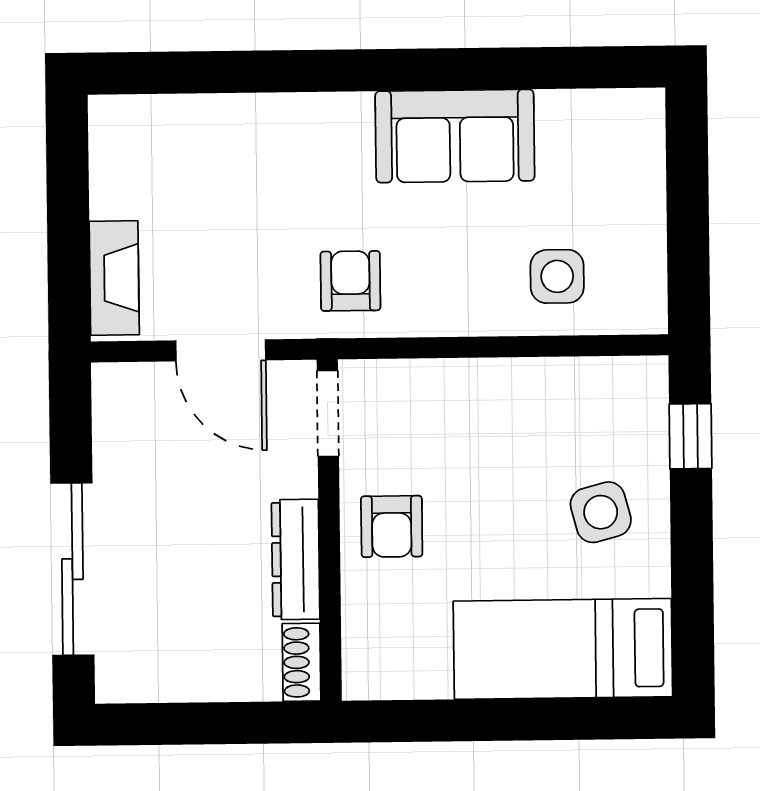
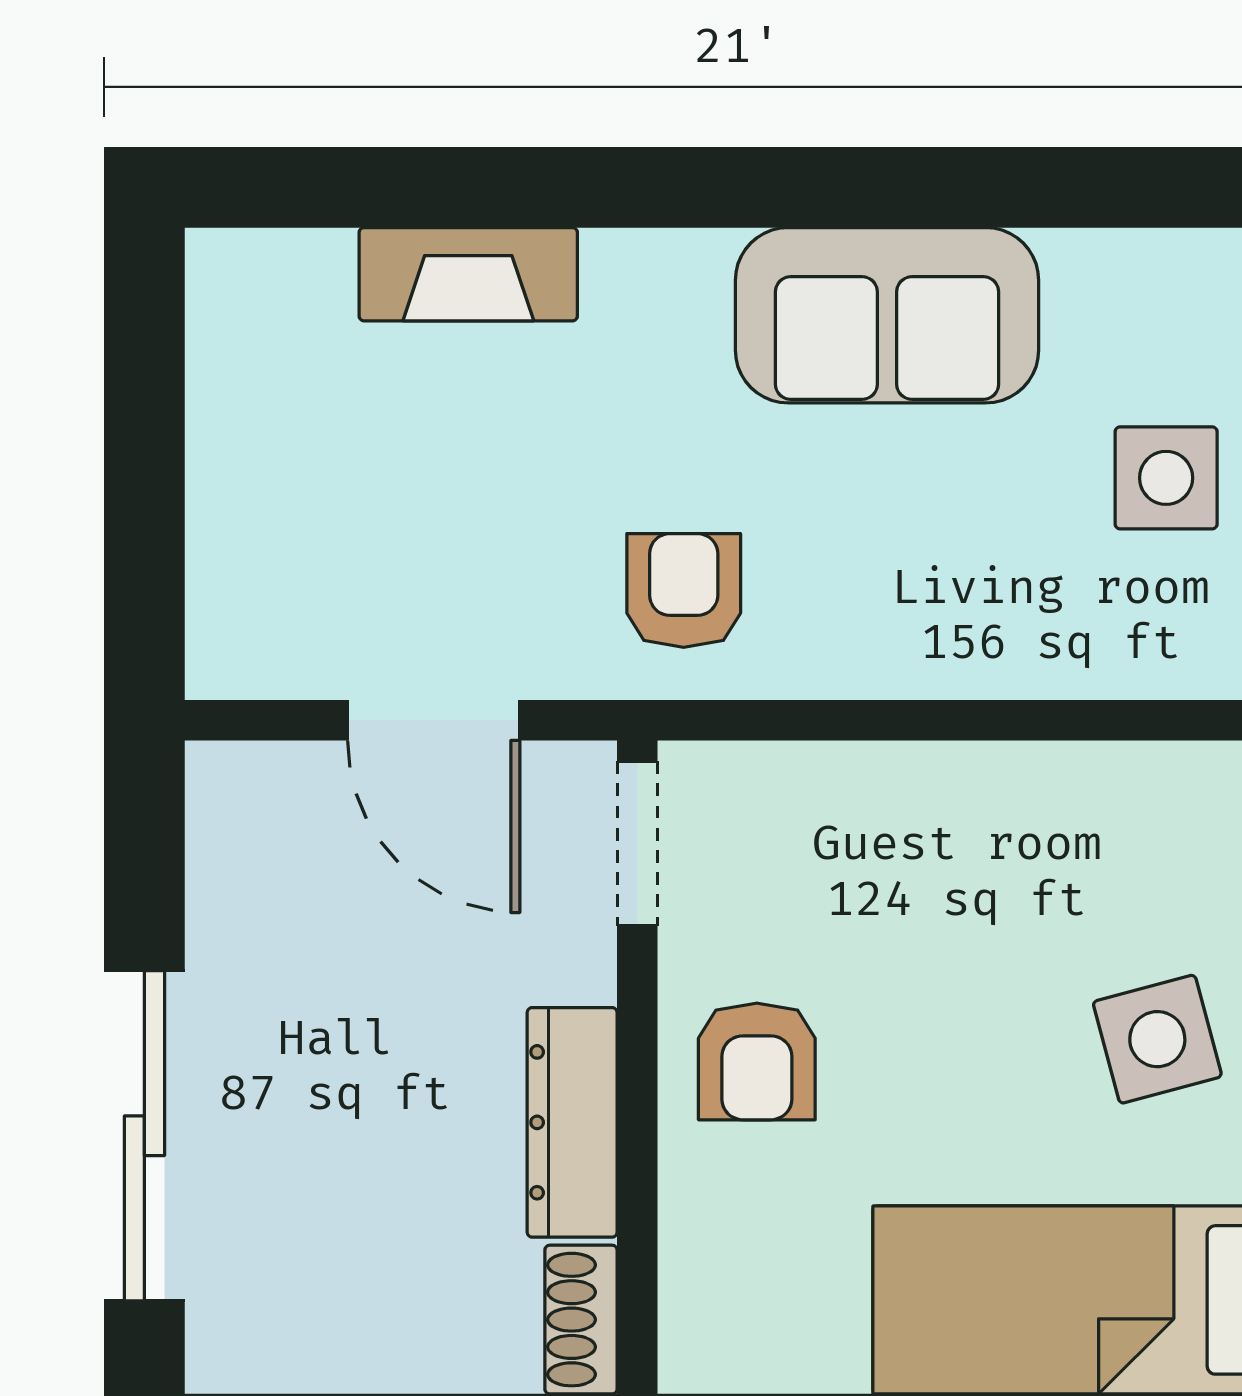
side table: (557, 276) -> (1166, 478), moved
fireplace: (114, 278) -> (468, 274), moved, turned 90

